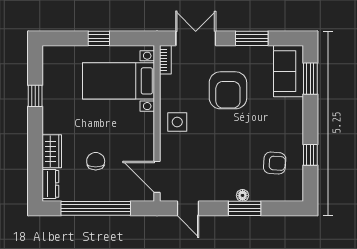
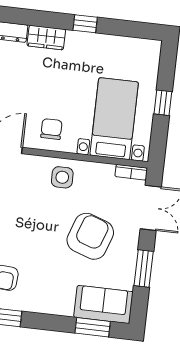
armchair: (228, 90) -> (90, 236), turned 109
window: (35, 96) -> (85, 24), moved
chair: (96, 161) -> (51, 129), moved, turned -90

